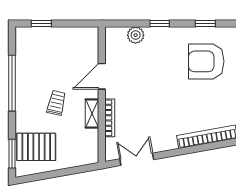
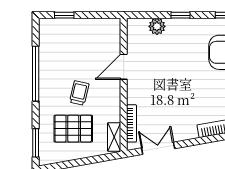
shelving: (92, 113) -> (114, 137), moved
bookcase: (110, 118) -> (131, 123), moved
pallet: (36, 147) -> (73, 129), moved

